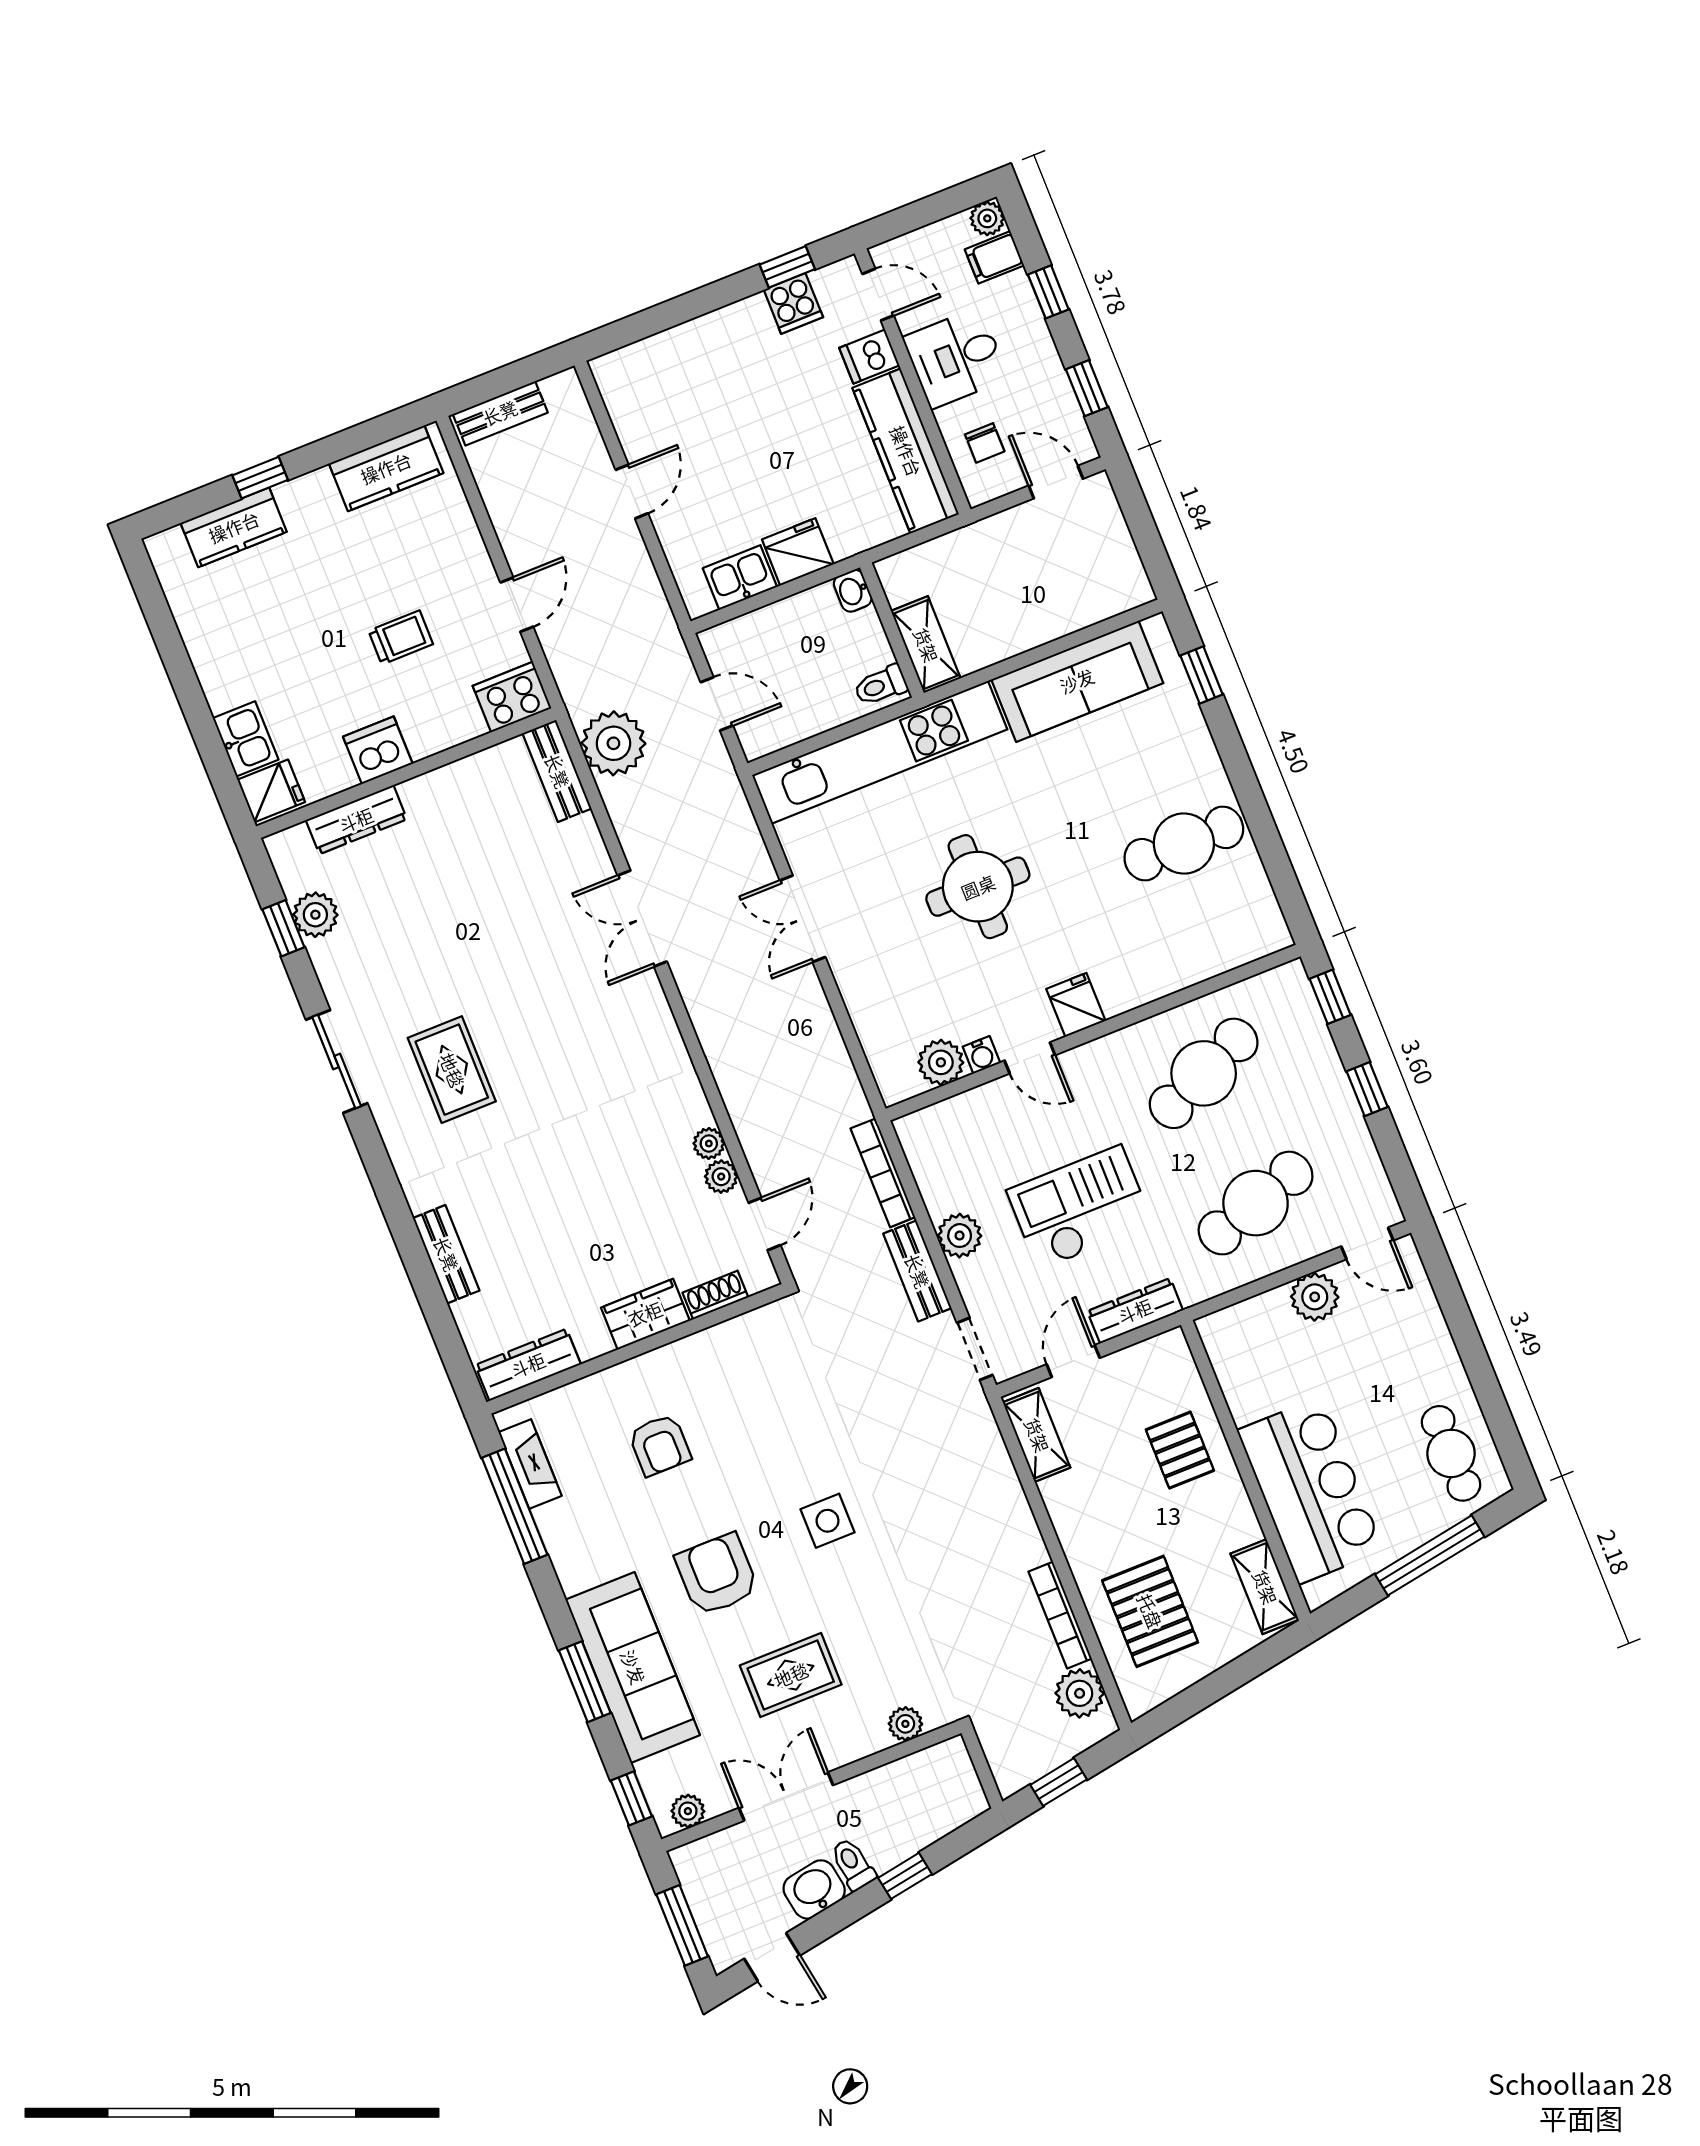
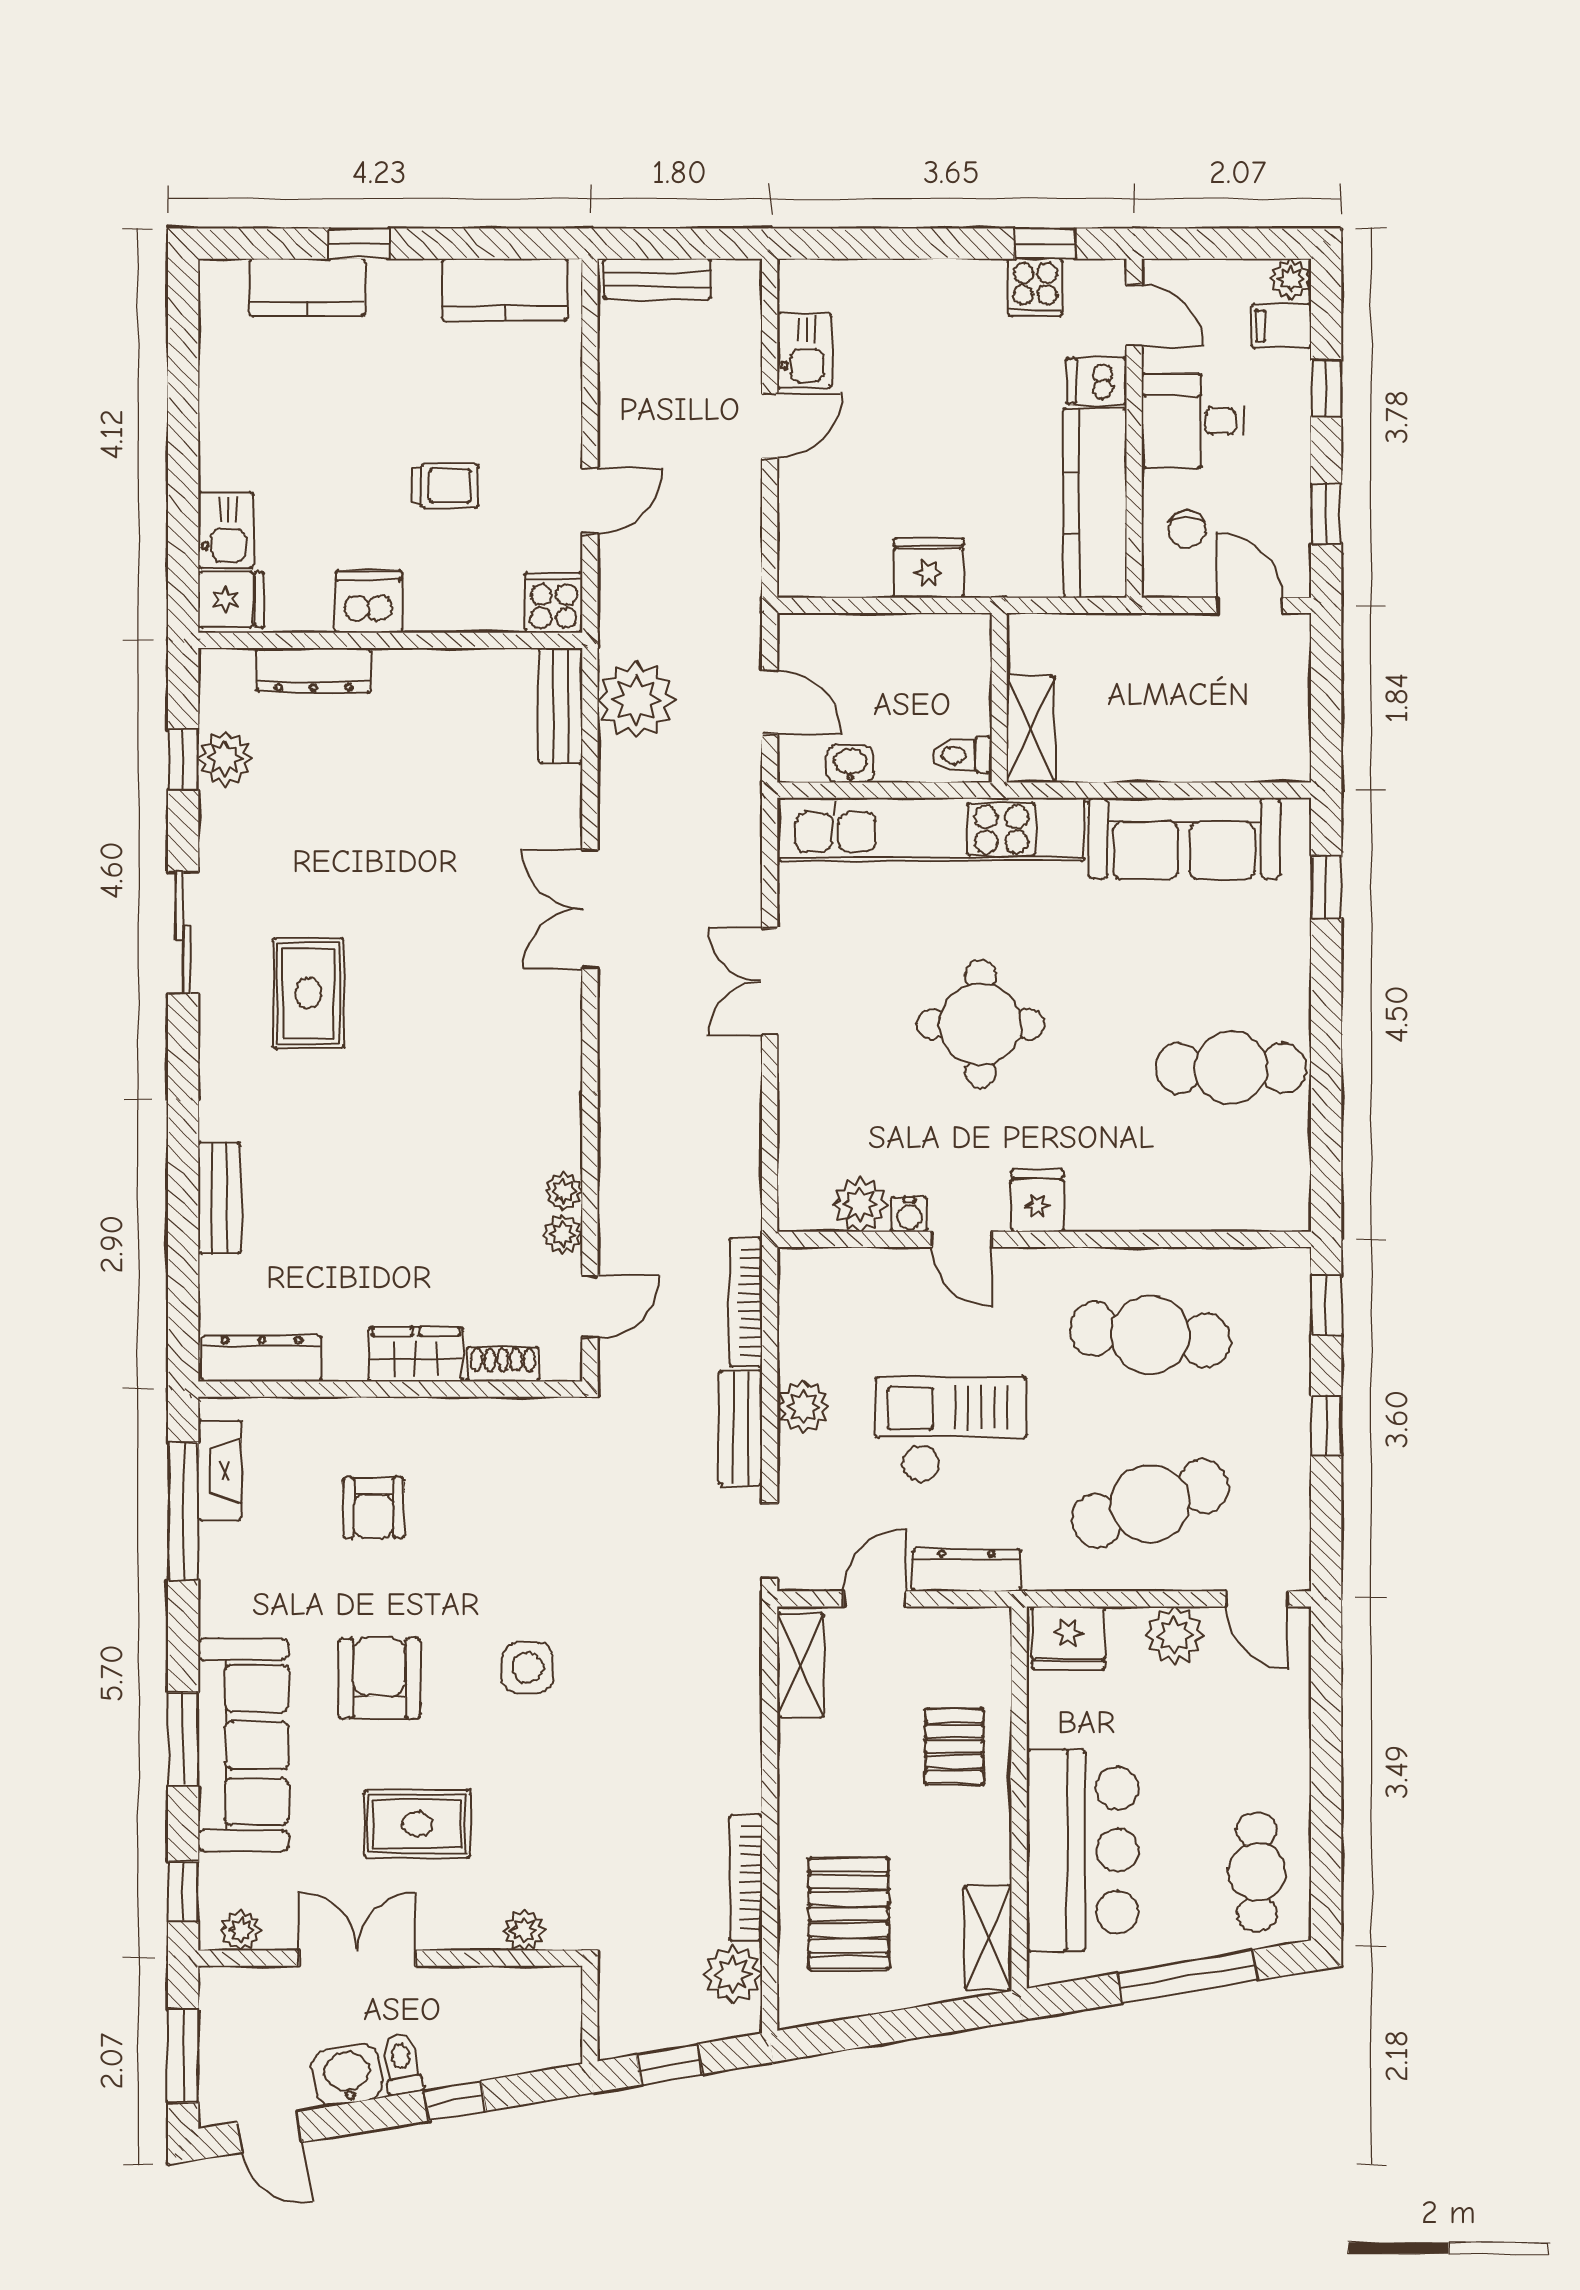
kitchen sink: (740, 578) -> (804, 350), moved, turned 90
washbasin: (853, 591) -> (850, 764), moved, turned 90
cooker: (512, 697) -> (554, 603), width x0.73
cafe table: (1204, 1073) -> (1150, 1335), turned 30
fridge: (1234, 1331) -> (1068, 1638), added

